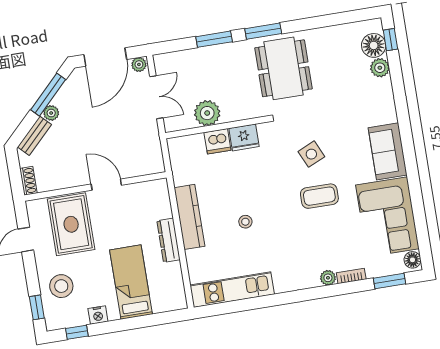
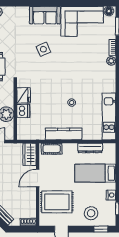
side table: (311, 154) -> (43, 49), moved
wardrobe: (145, 164) -> (30, 154), added
coffee table: (319, 196) -> (64, 58), removed
cot: (161, 200) -> (52, 149), added
dresser: (168, 240) -> (90, 148), moved

